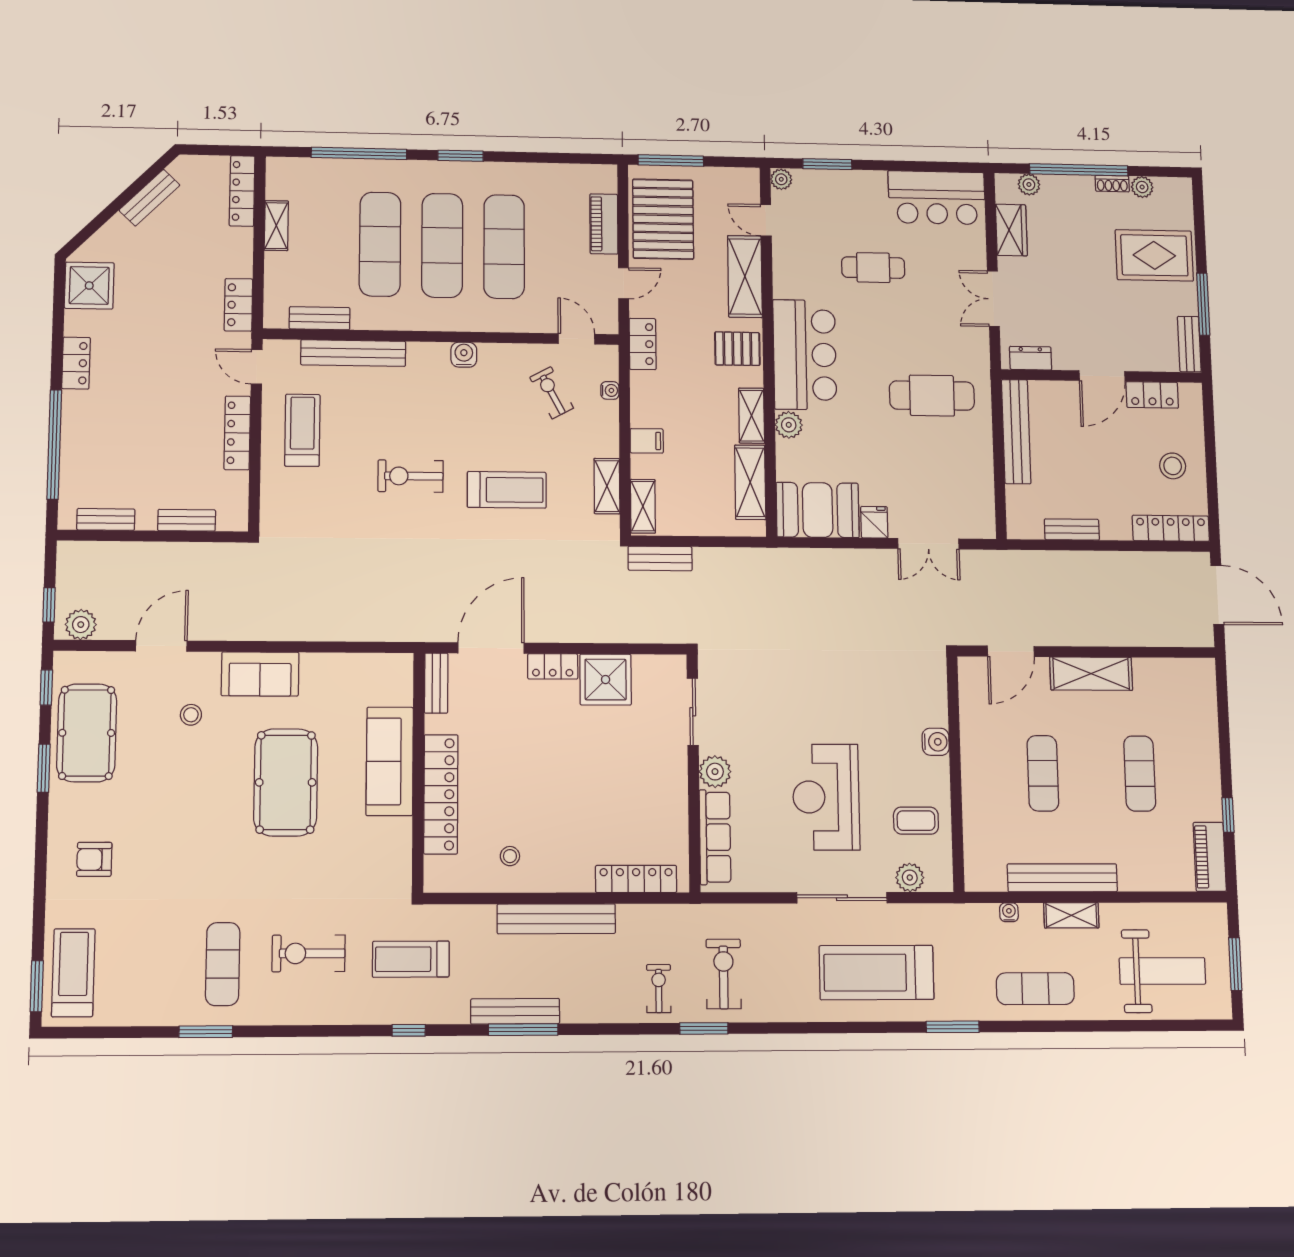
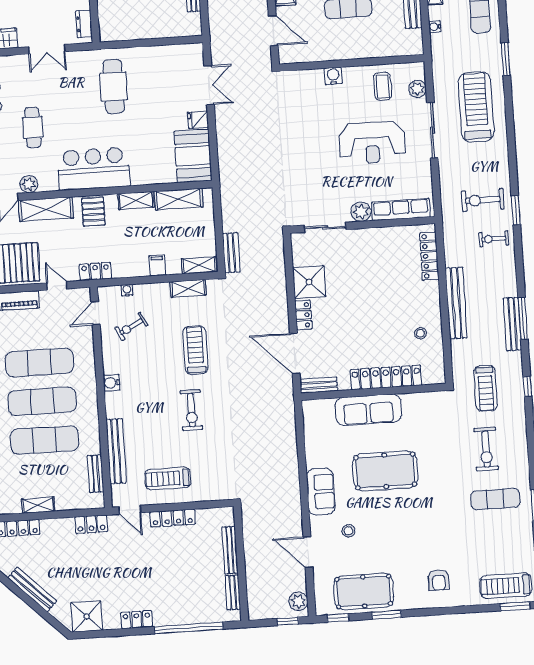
bench: (149, 198) -> (32, 589), width x1.36
door: (257, 367) -> (130, 510), hinge flipped
plant: (789, 425) -> (29, 184), moved
bench: (1016, 432) -> (133, 32), removed
bench: (187, 520) -> (230, 550), width x1.36
treadmill: (877, 973) -> (476, 107), turned 180

